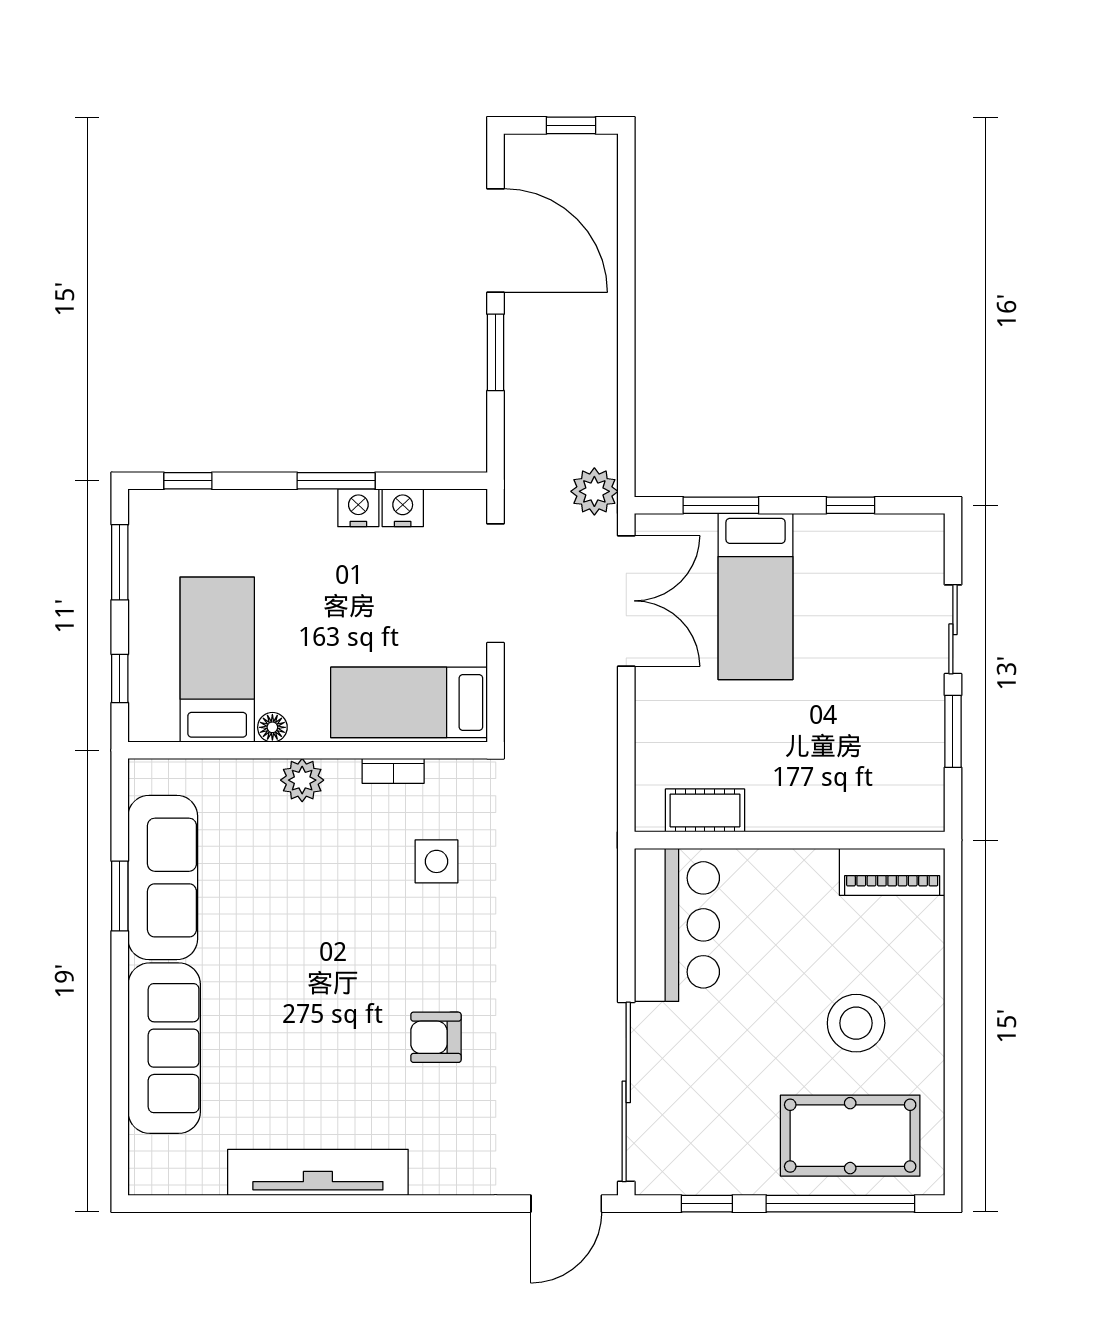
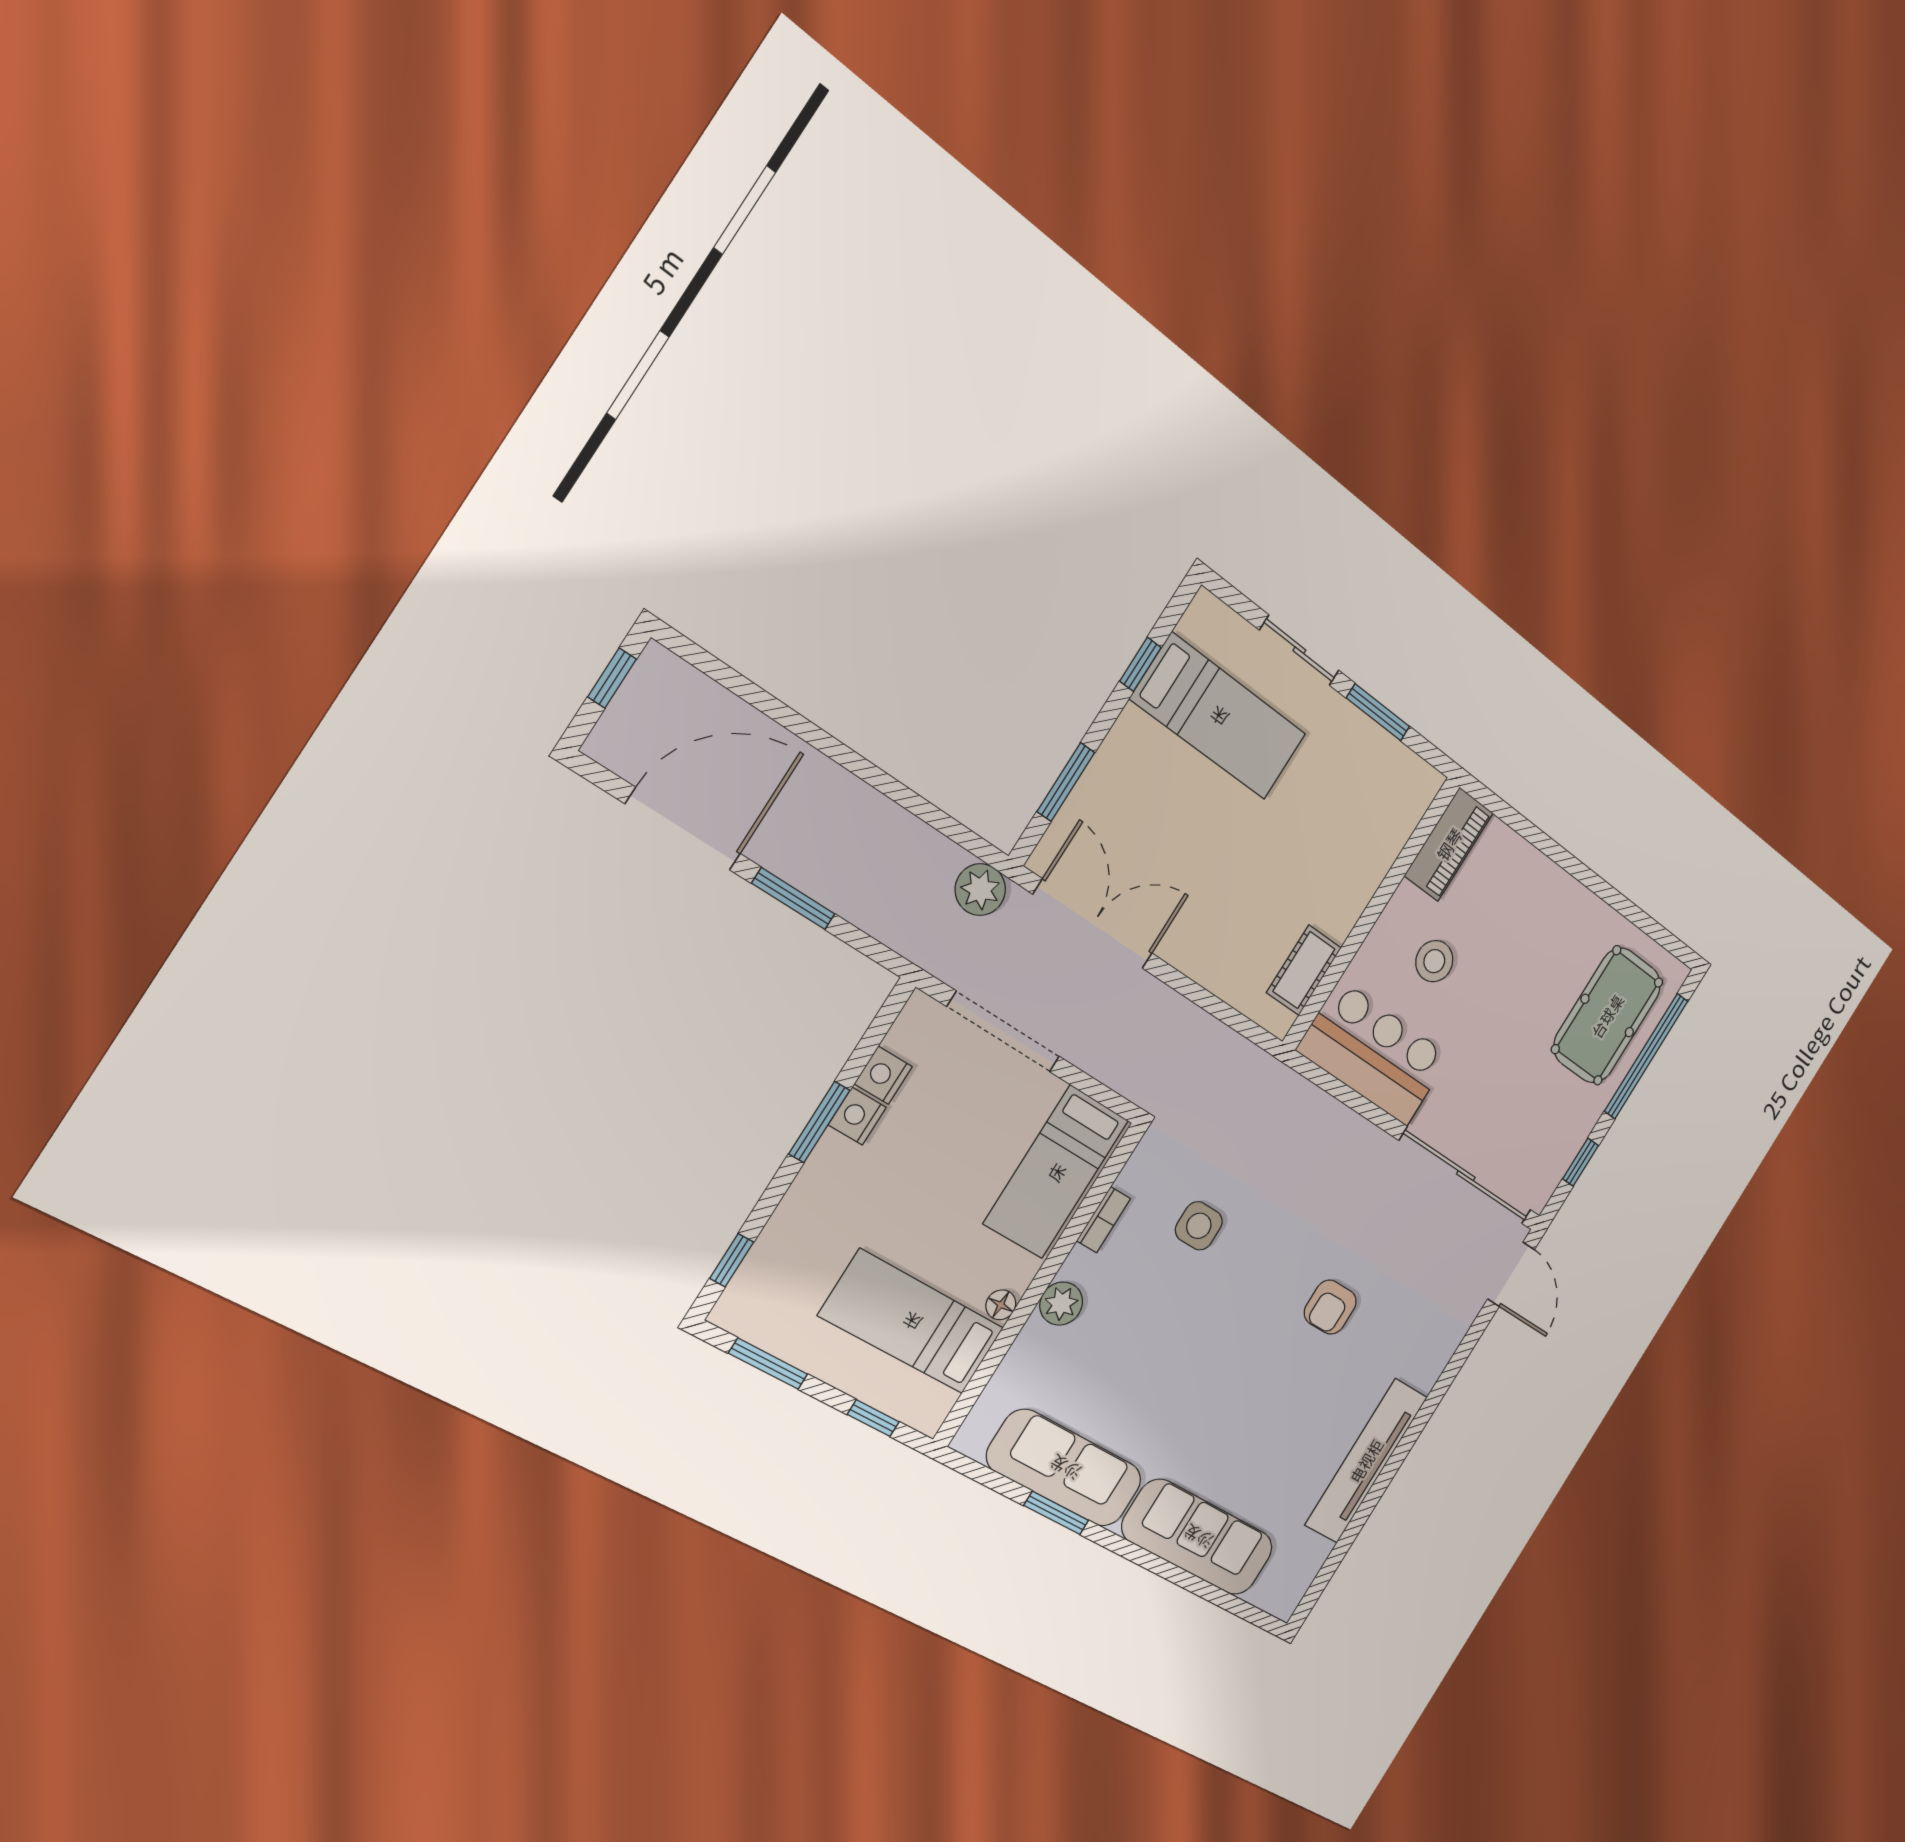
bed: (755, 596) -> (1219, 717), moved
stool: (856, 1023) -> (1434, 961), moved, width x0.73, depth x0.73

